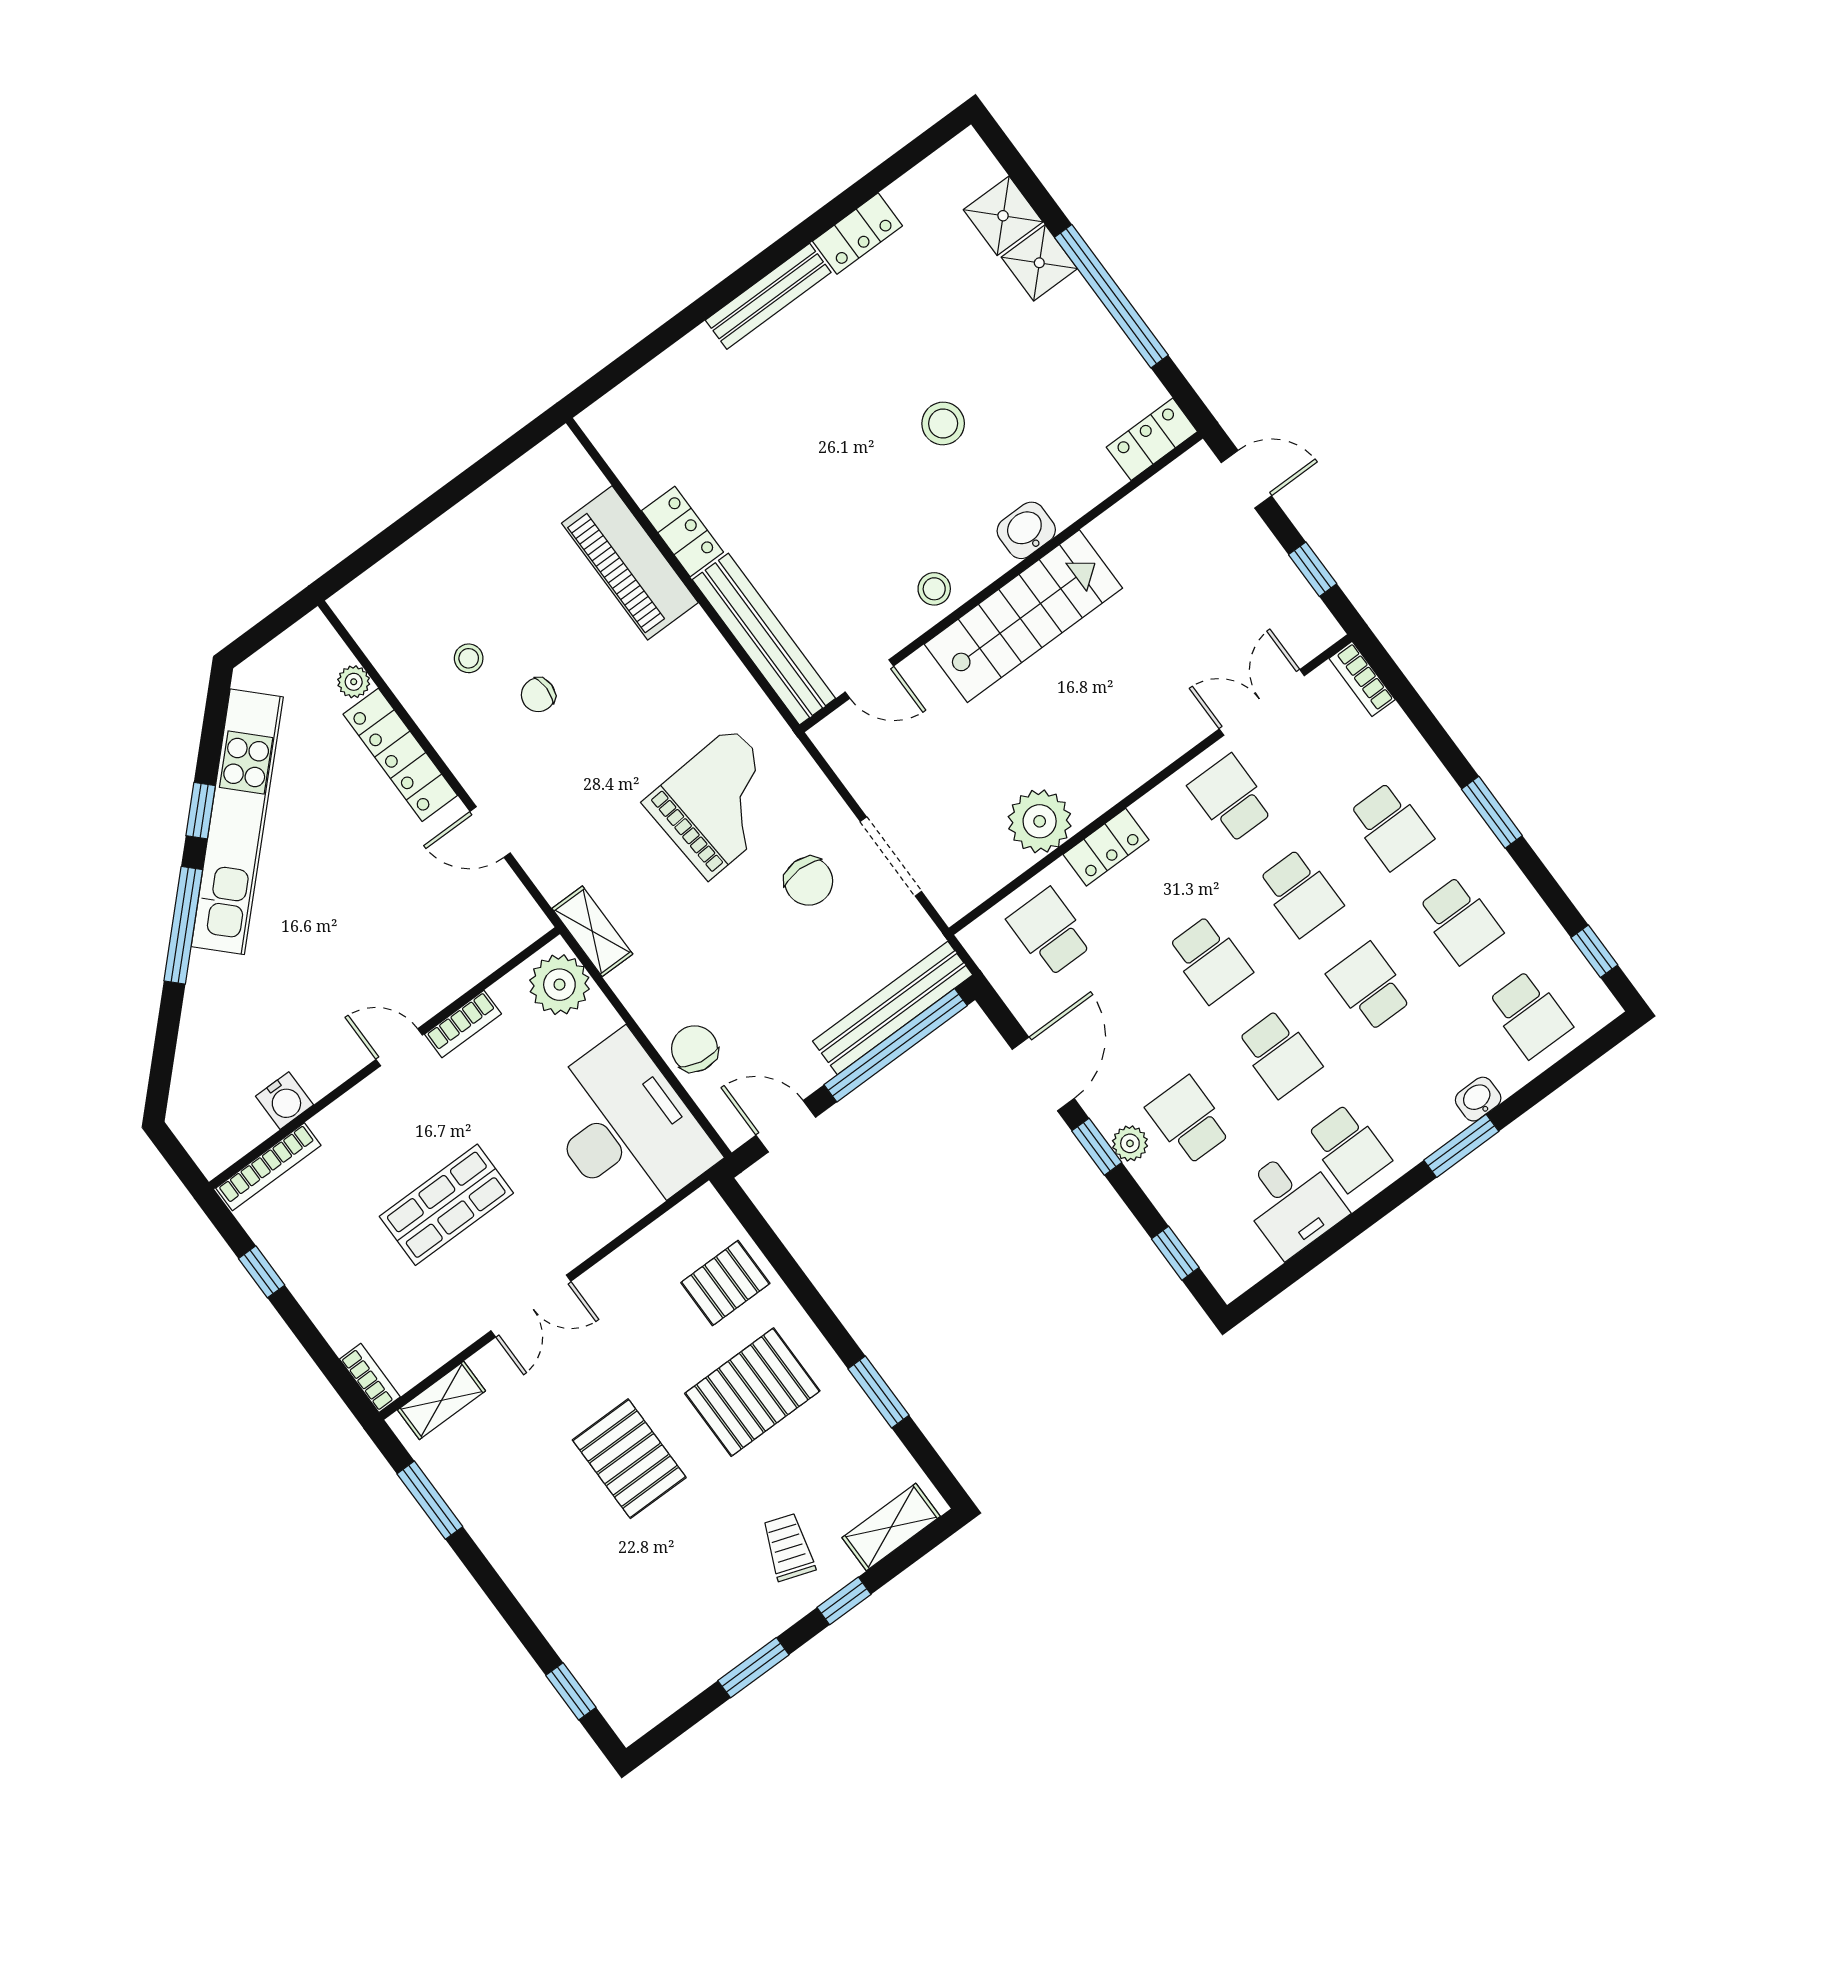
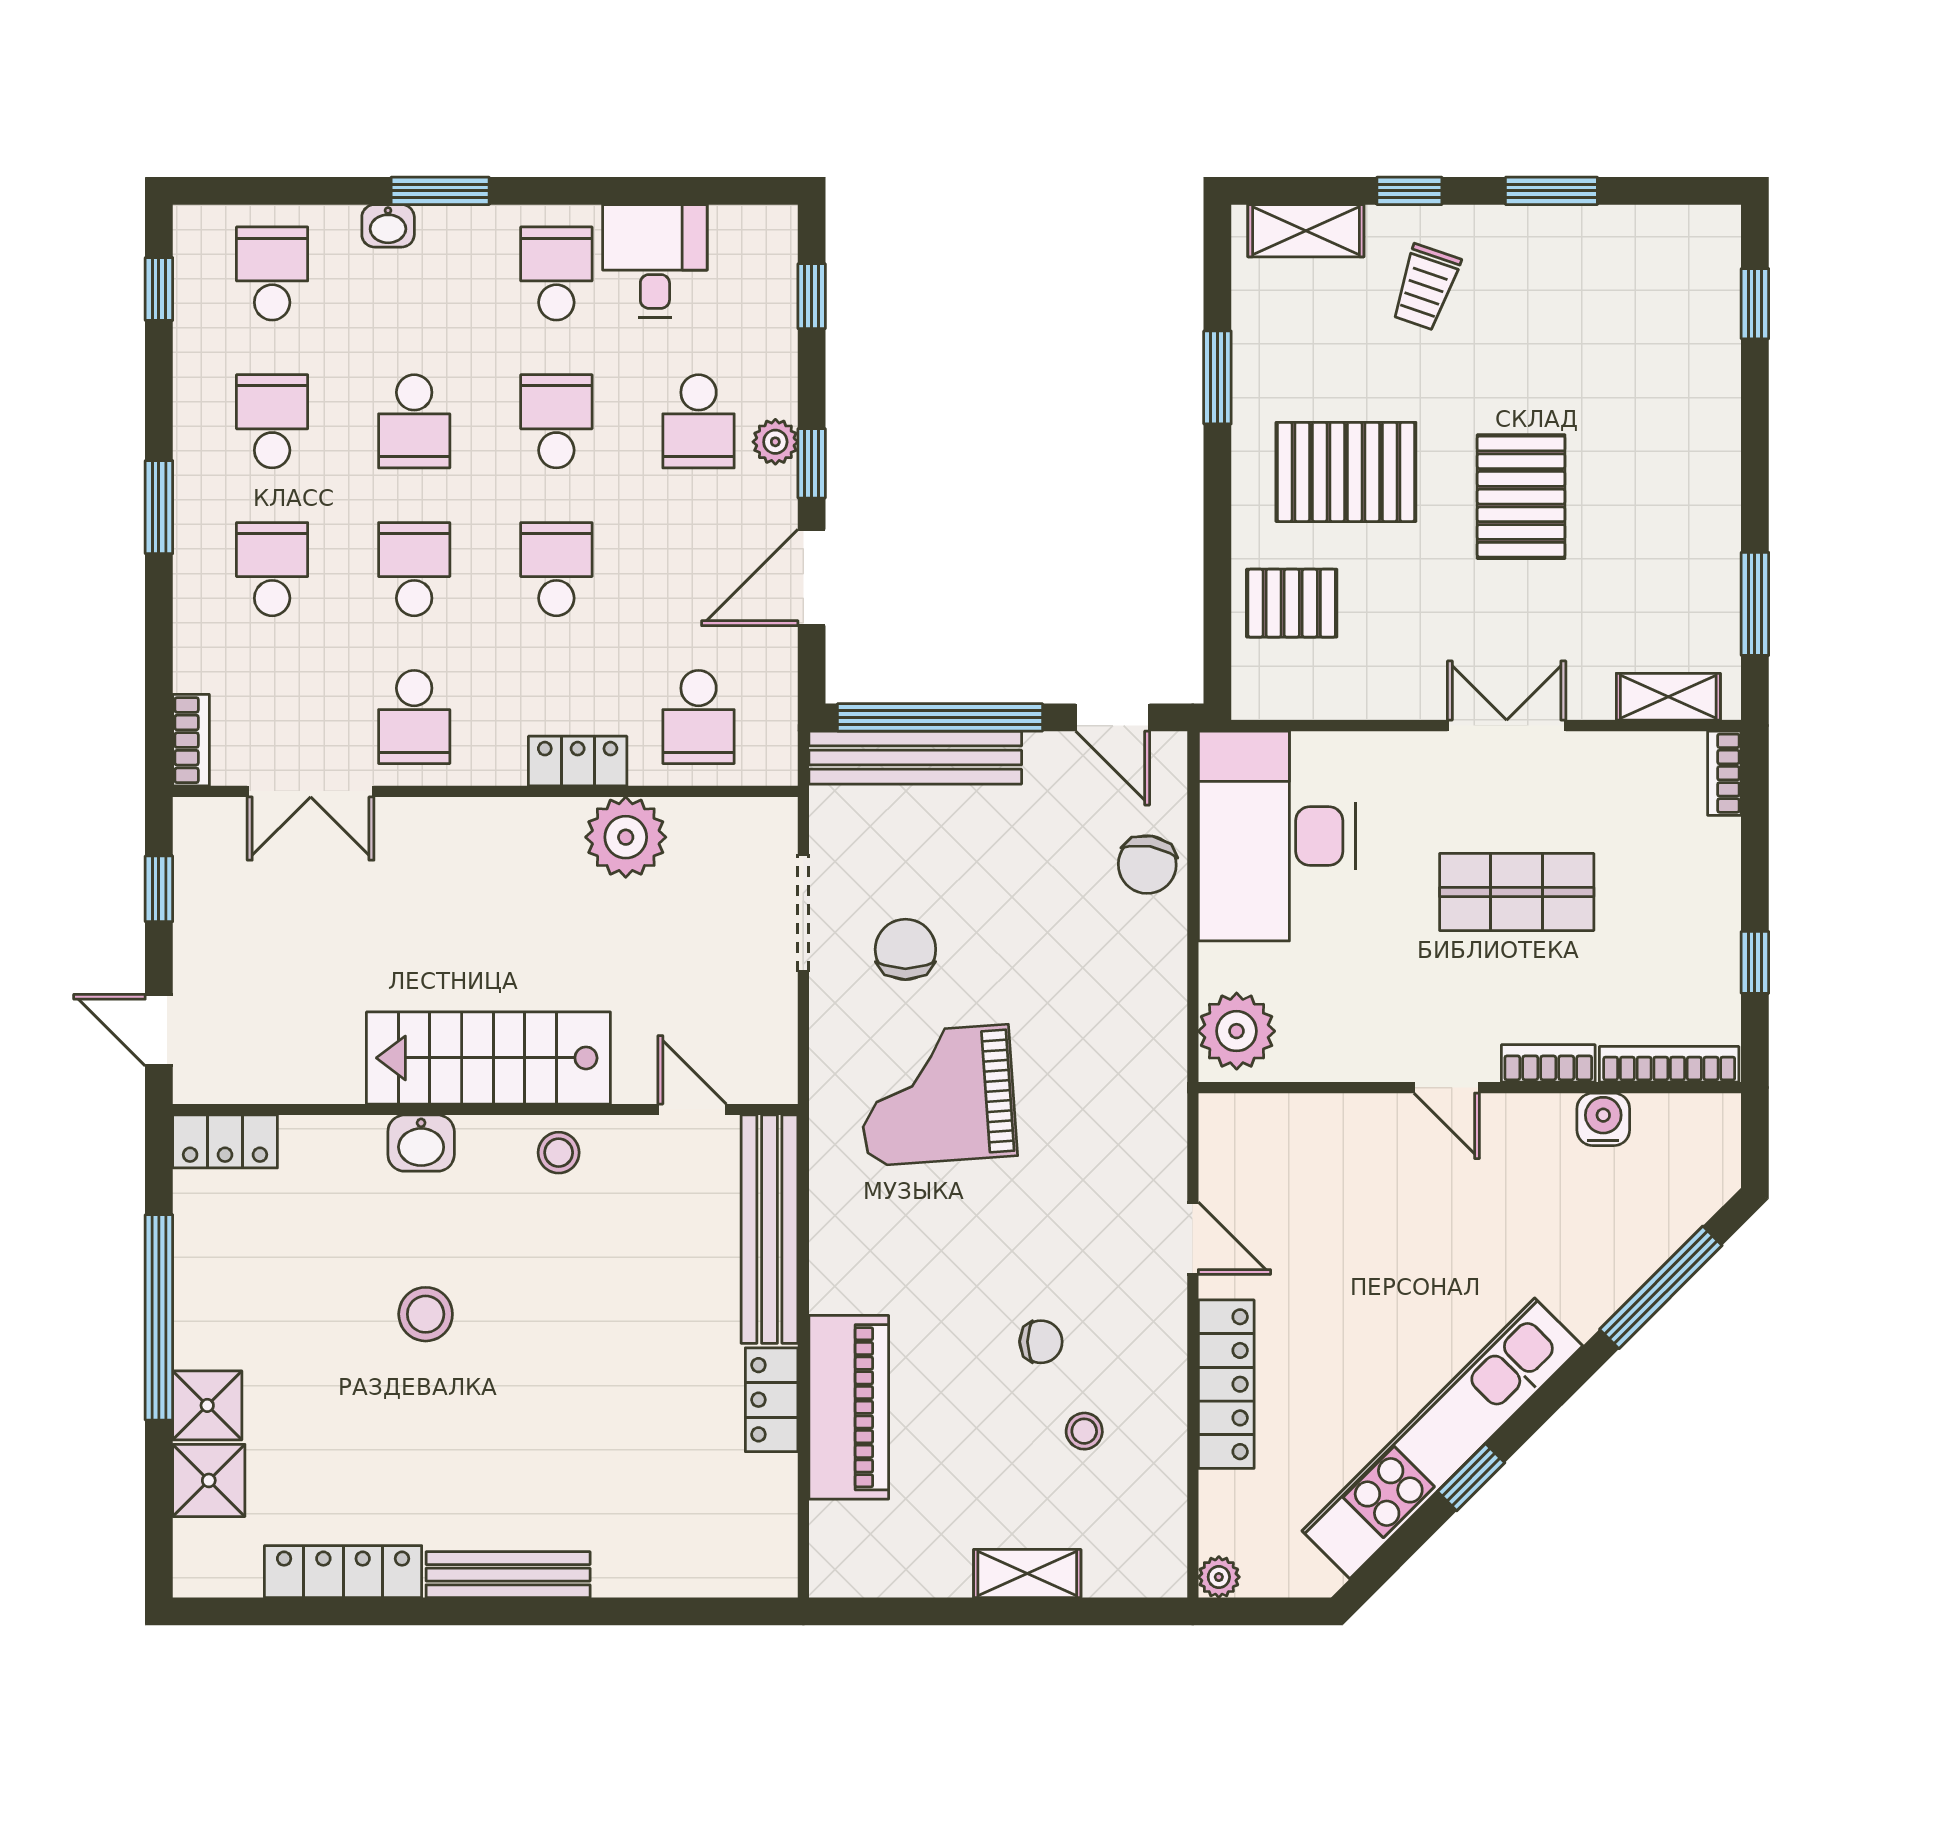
locker: (858, 233) -> (343, 1572), width x1.53
plant: (354, 682) -> (1219, 1577), moved
window: (183, 925) -> (1661, 1287), moved
shelving: (592, 931) -> (1027, 1573), moved, turned 90
bookcase: (463, 1024) -> (1548, 1063), moved

